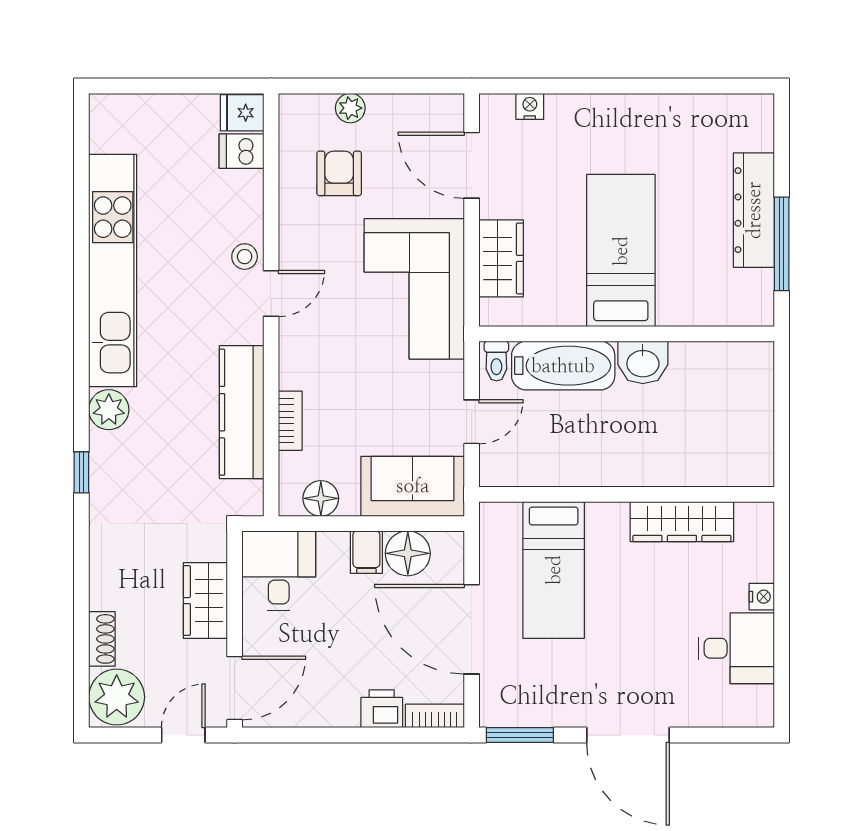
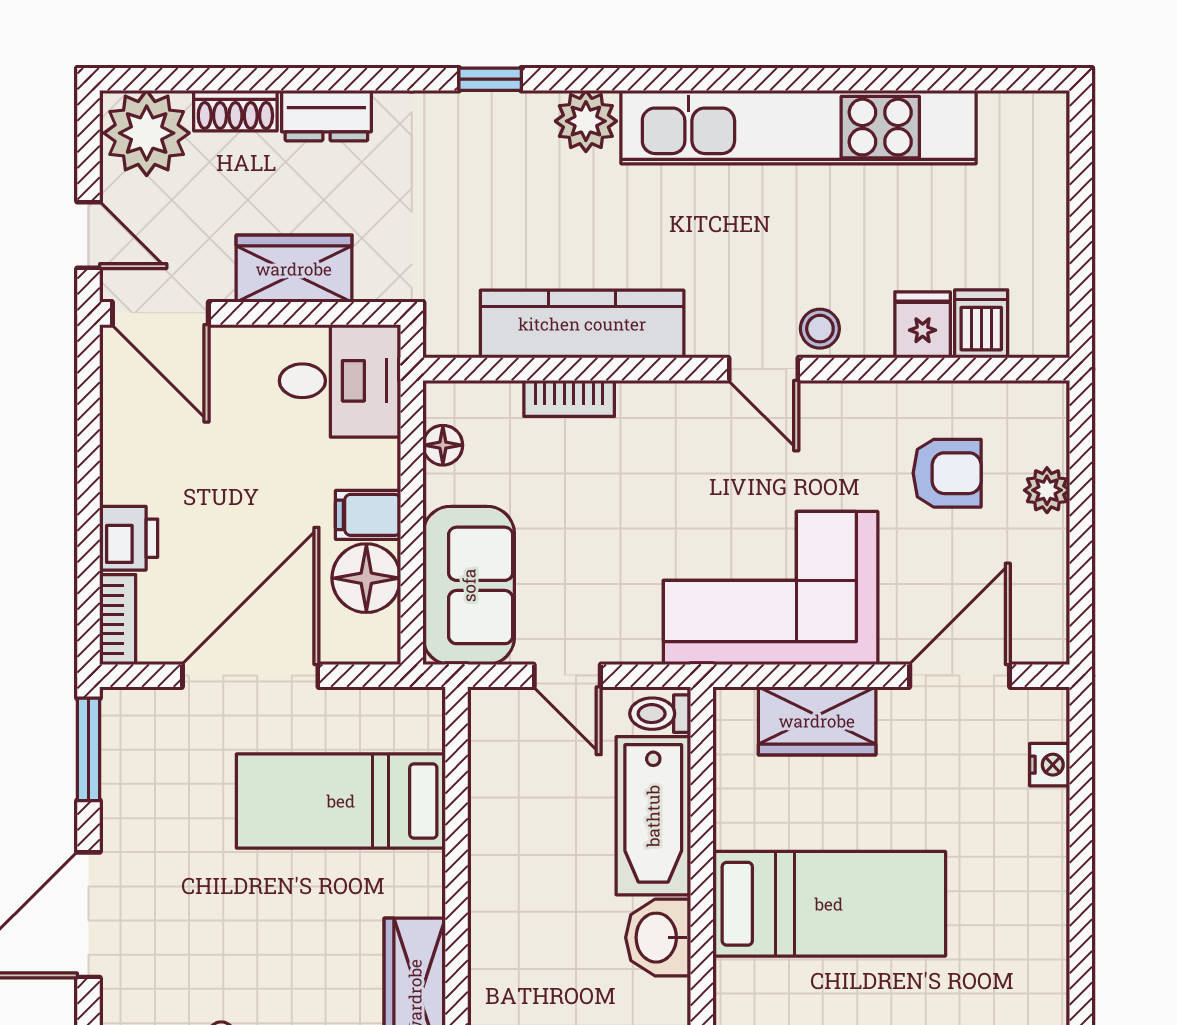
fridge: (242, 113) -> (923, 325), moved
floor lamp: (321, 498) -> (443, 445), width x0.73, depth x0.73
dresser: (105, 579) -> (326, 116), added

